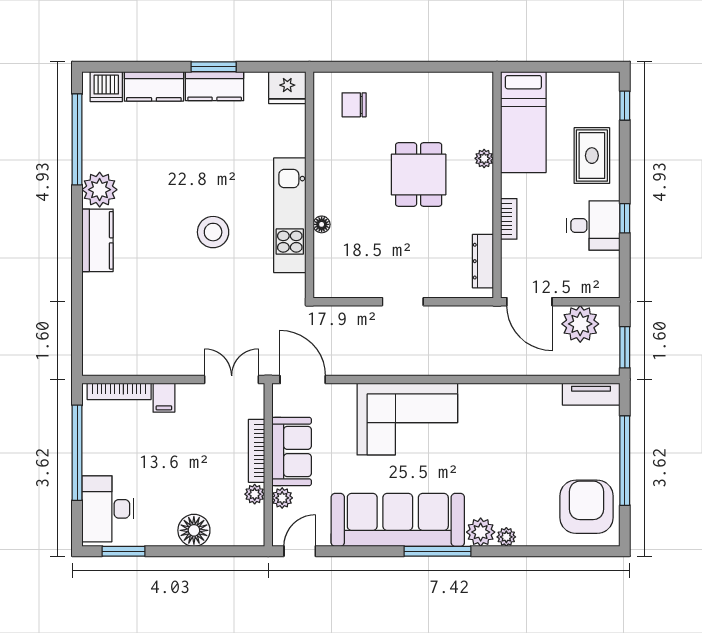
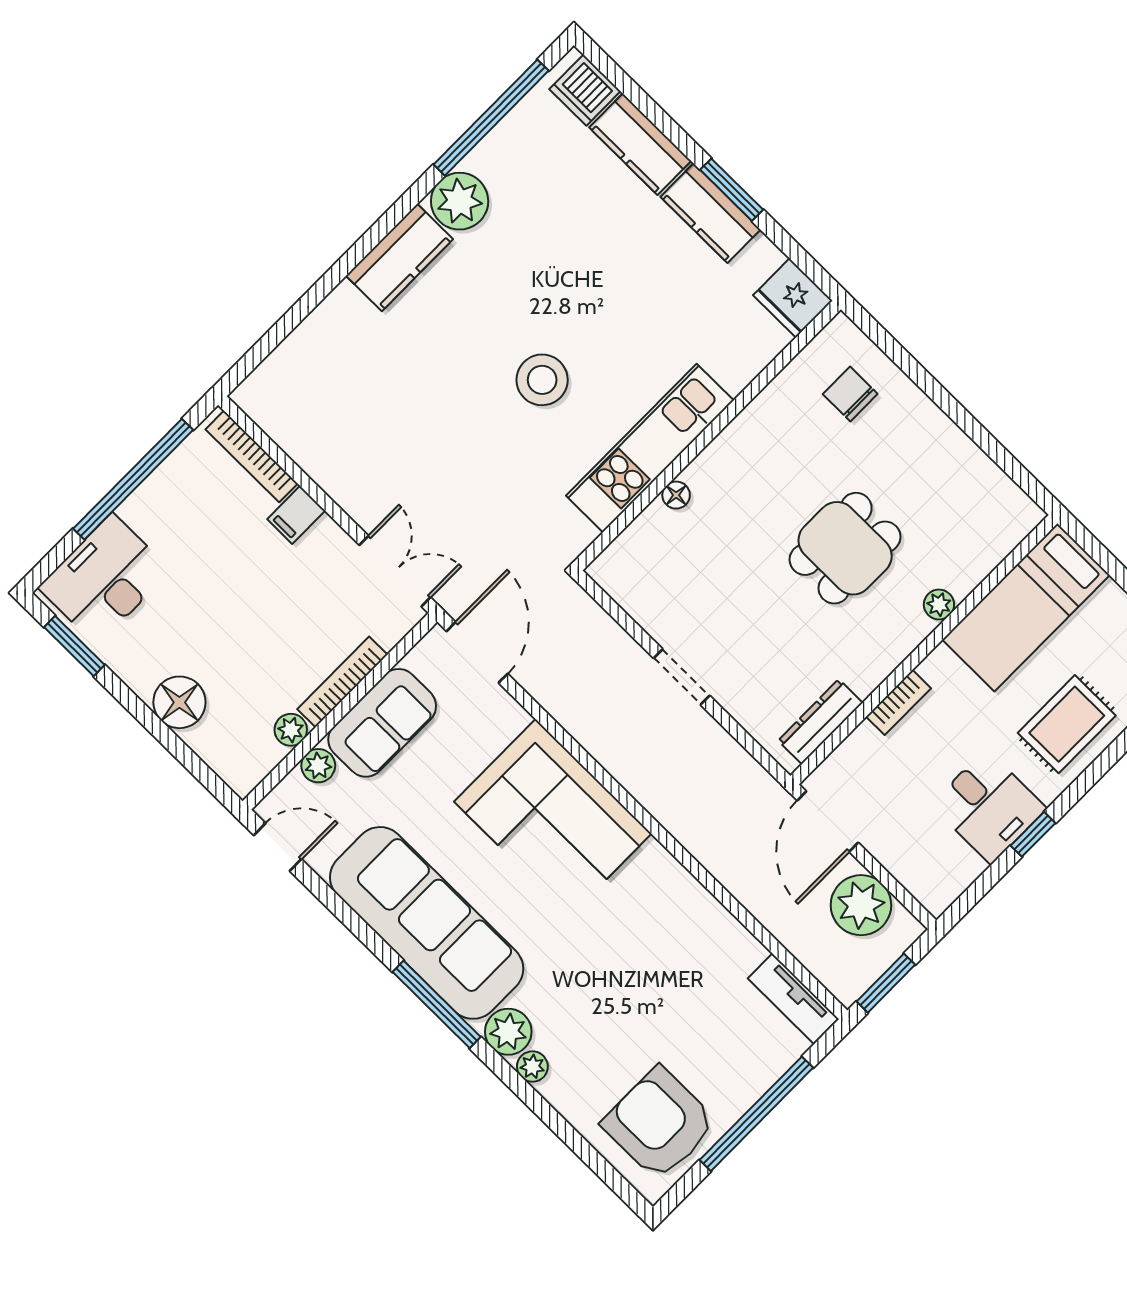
armchair: (587, 507) -> (659, 1123), turned -90

